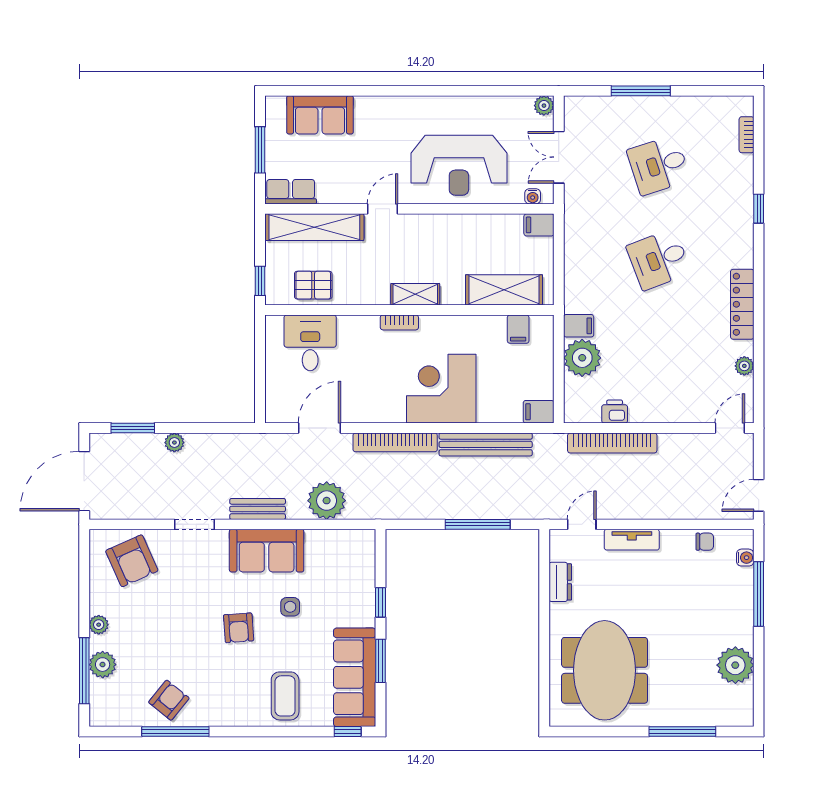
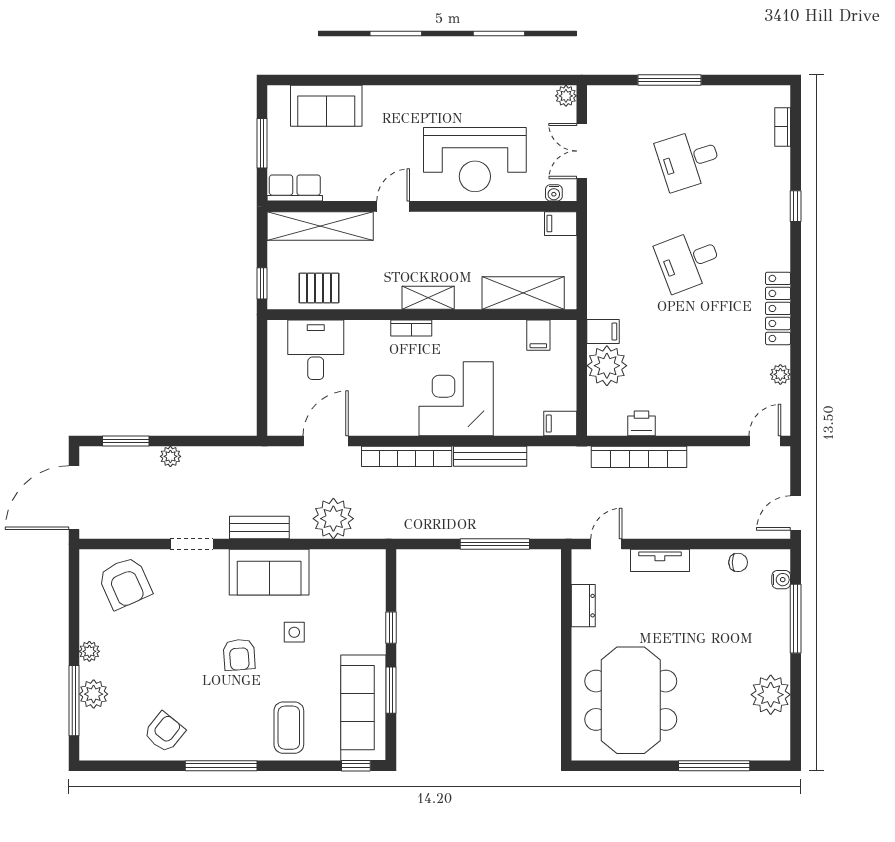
bench: (486, 444) -> (490, 456), width x0.73, depth x0.82
window: (175, 732) -> (221, 766), moved

